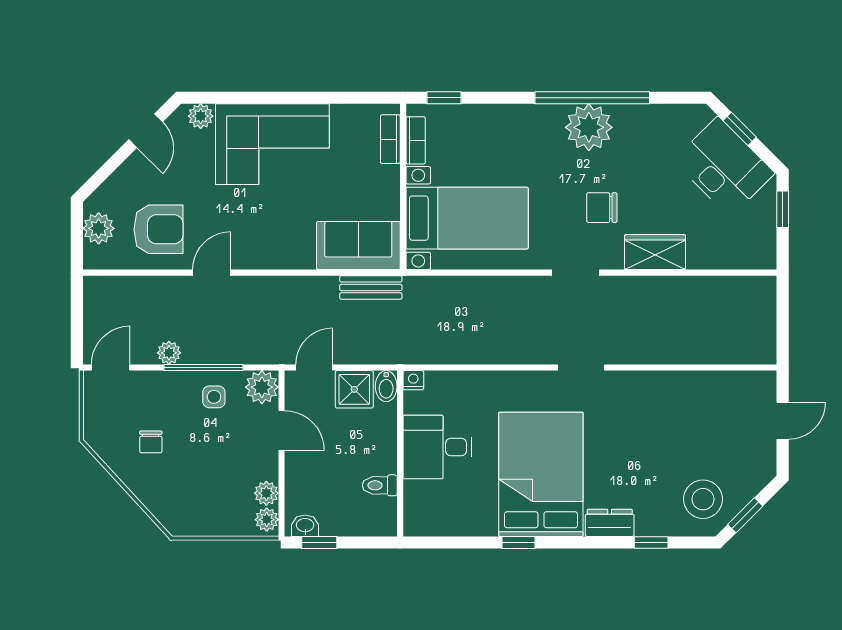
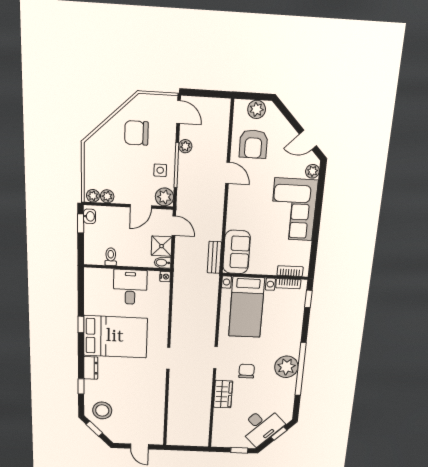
chair: (151, 442) -> (136, 133), width x1.87, depth x1.87

